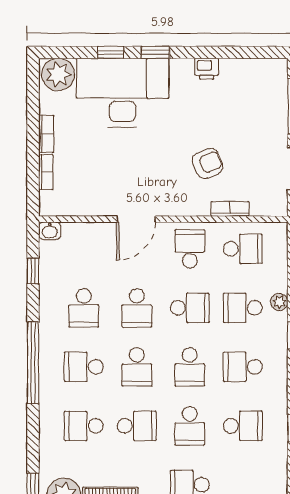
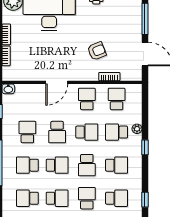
school desk: (243, 249) -> (117, 99), turned -90
school desk: (84, 308) -> (27, 132), turned 180
school desk: (137, 367) -> (57, 165), turned -90
school desk: (243, 367) -> (117, 165), turned 180
school desk: (190, 426) -> (87, 198), turned 180

